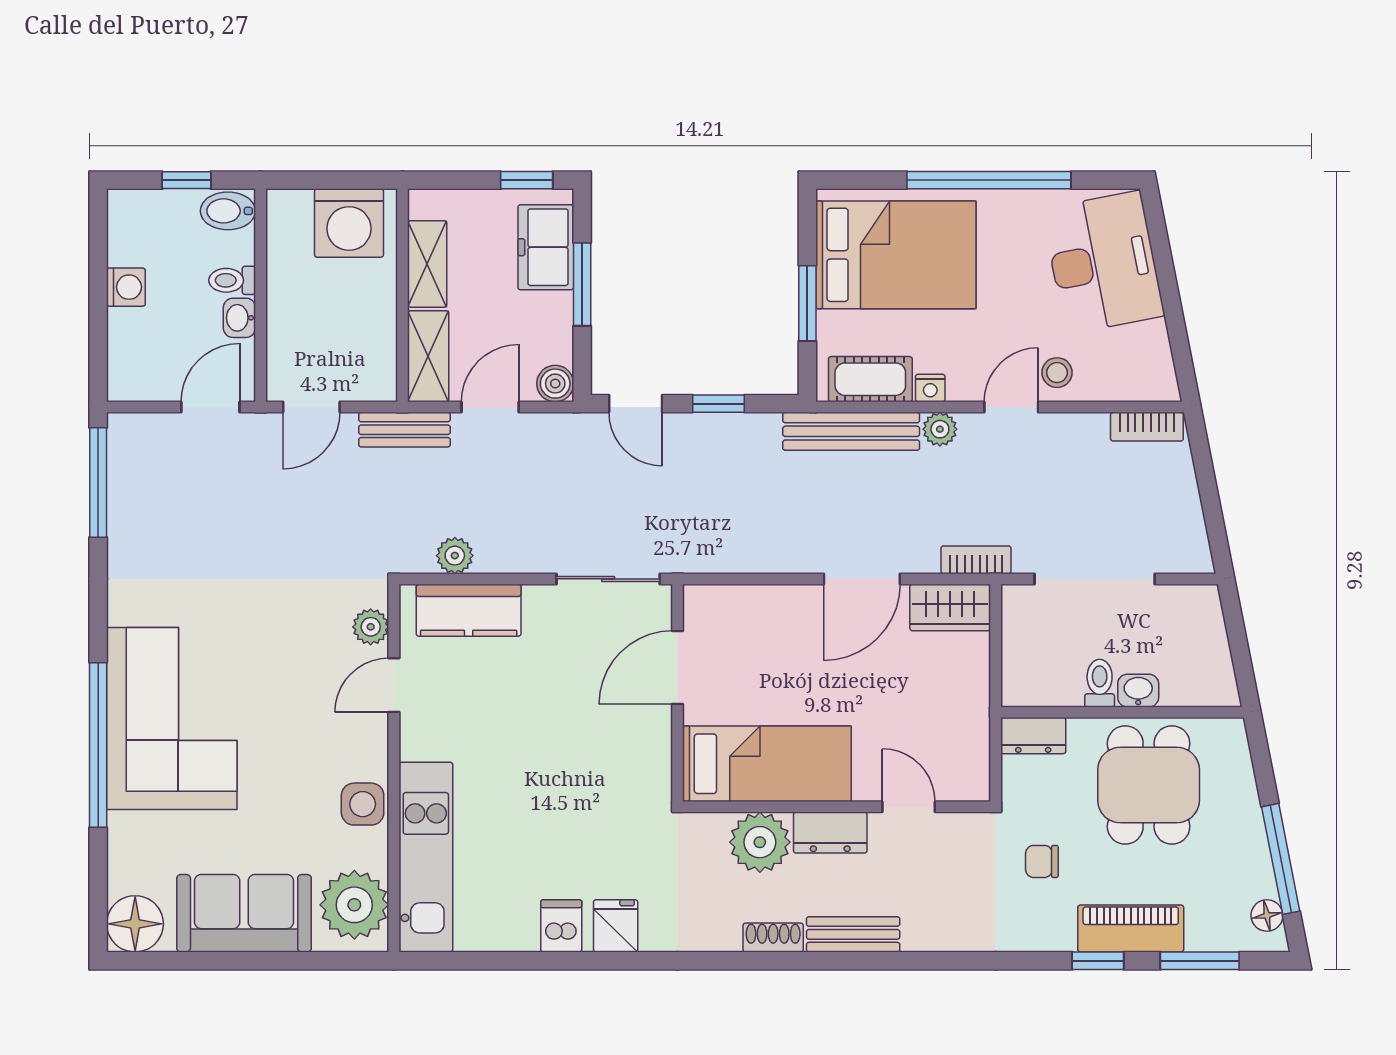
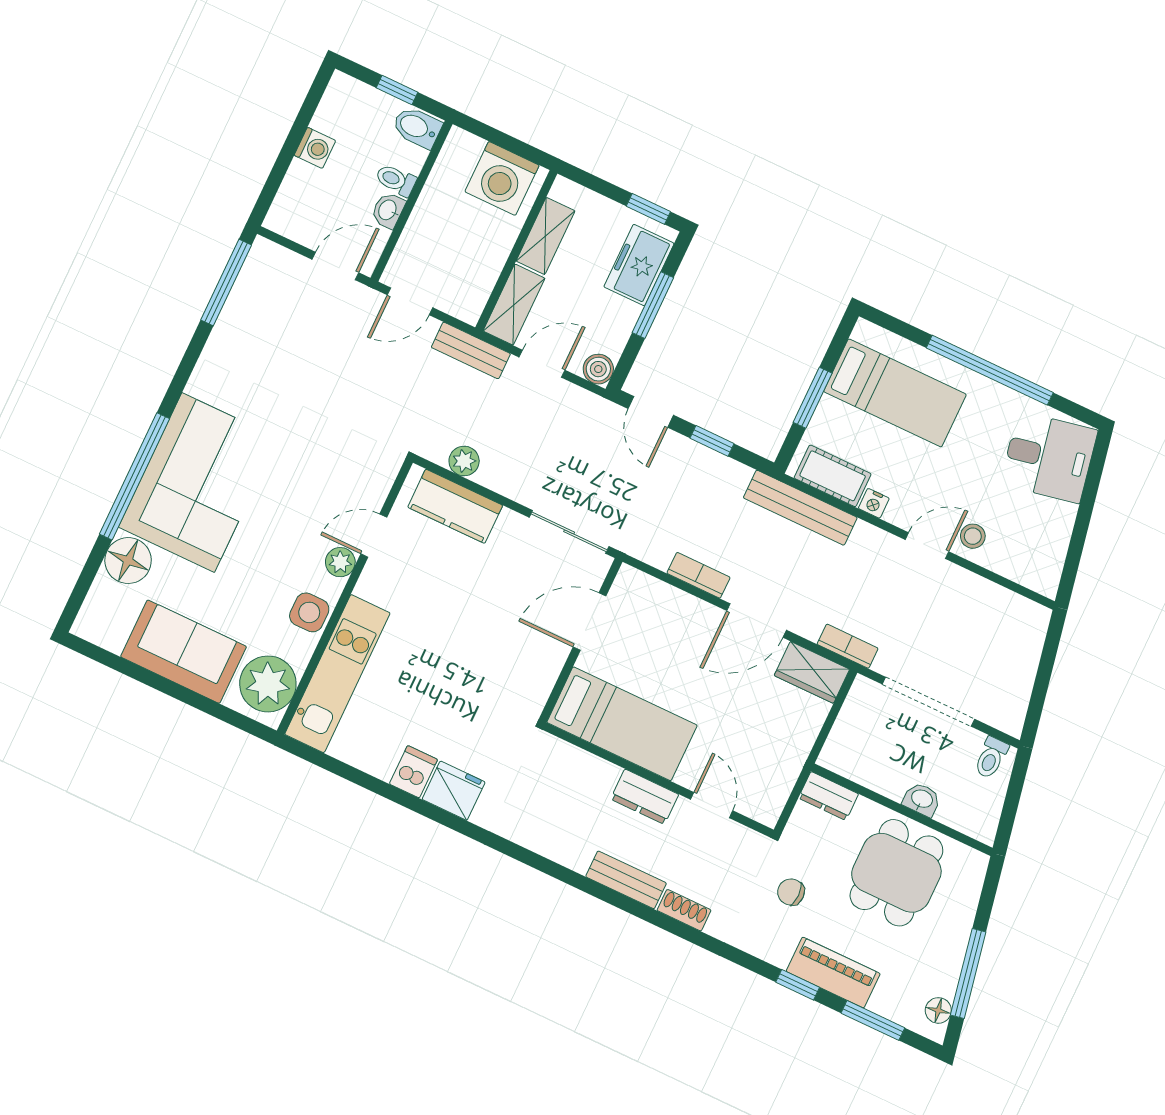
bed: (896, 255) -> (895, 393), width x0.67
desk: (1103, 262) -> (1049, 457), width x0.73
bookcase: (1147, 427) -> (699, 575), moved, turned 180
plant: (940, 429) -> (867, 537), removed
plant: (371, 627) -> (340, 562), moved
toilet: (1100, 683) -> (991, 758), moved, turned 180
plant: (760, 842) -> (589, 779), removed
floor lamp: (135, 924) -> (128, 561), moved
fridge: (616, 926) -> (454, 791), width x1.38
shoe rack: (773, 938) -> (684, 910), moved

